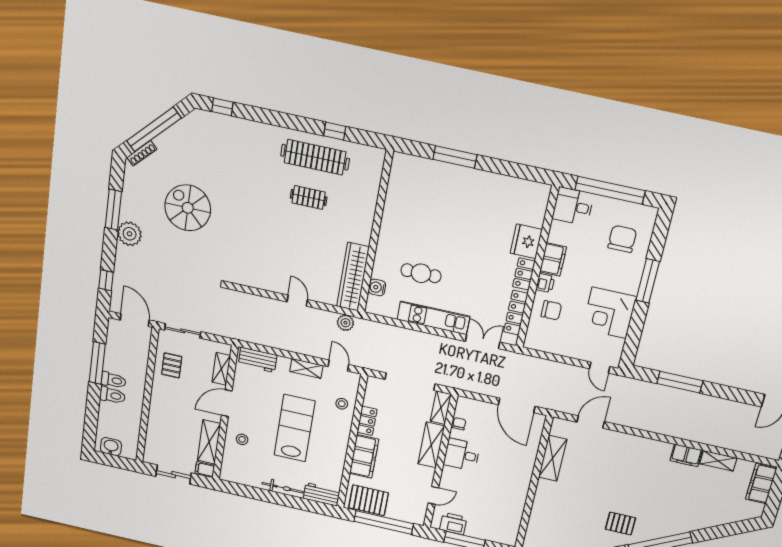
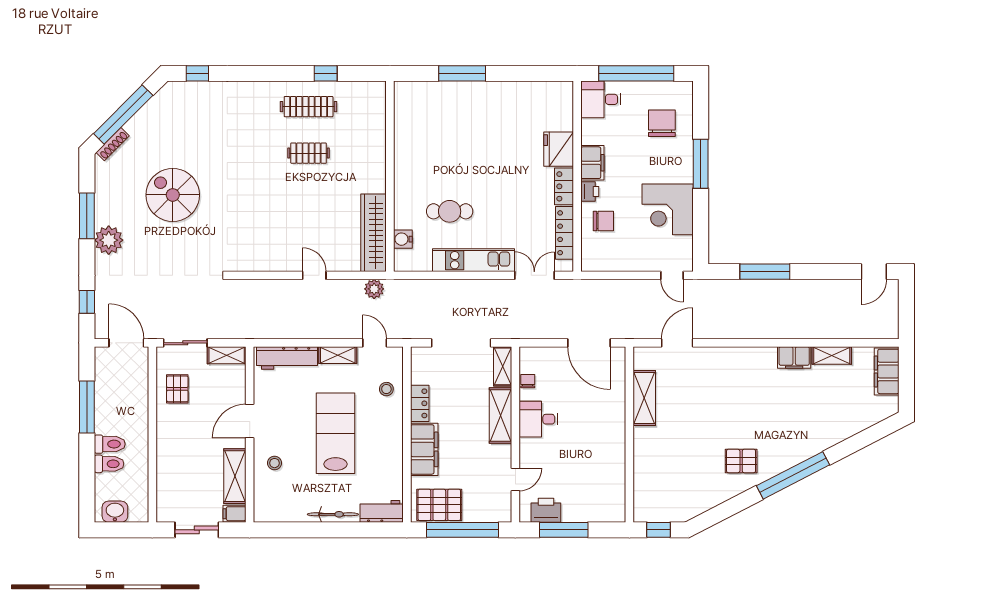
clothes rail: (315, 157) -> (309, 107), width x0.73, depth x0.76
workbench: (258, 360) -> (287, 358), width x1.38
shelving: (221, 369) -> (227, 355), moved, turned 90
toilet: (114, 380) -> (109, 464), moved

